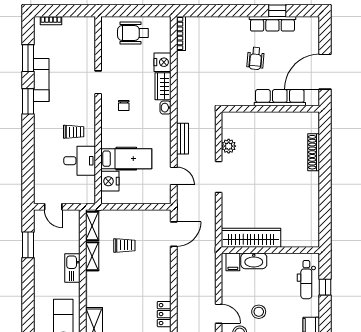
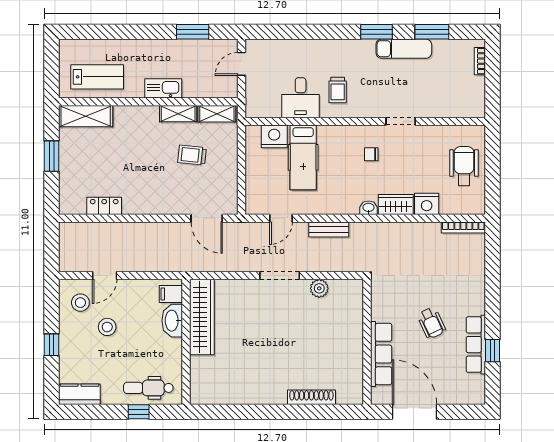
wheelchair: (256, 58) -> (431, 323), turned -120
trolley: (124, 245) -> (192, 155), turned 96

